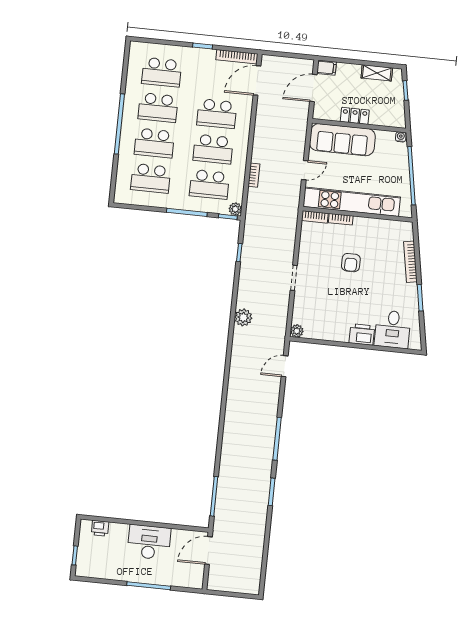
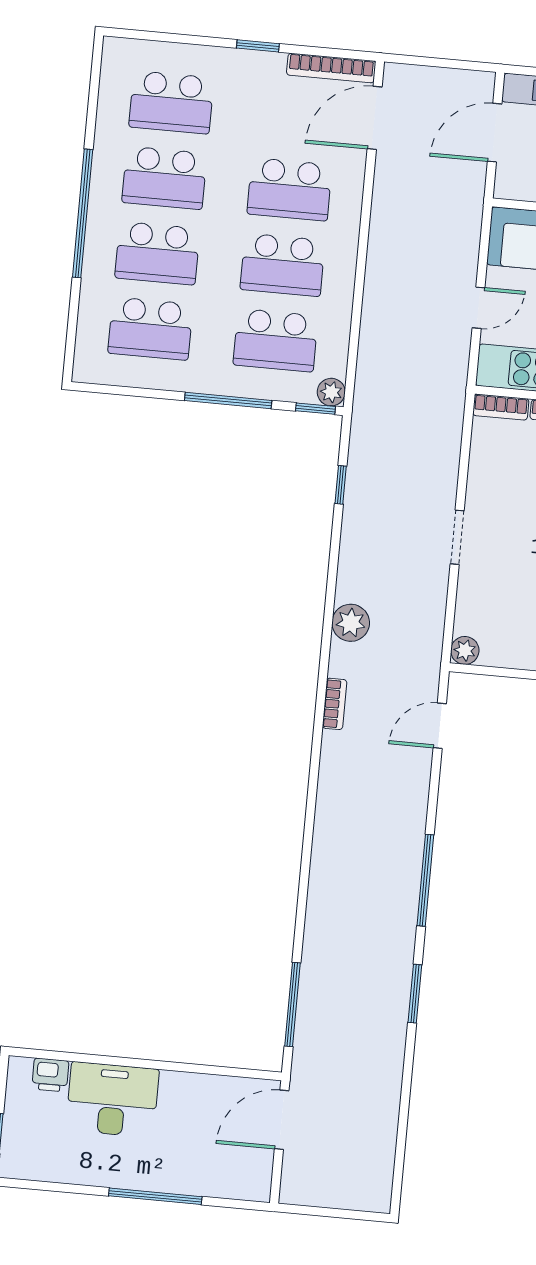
bookcase: (254, 175) -> (335, 704), moved
desk: (149, 542) -> (112, 1100), moved

